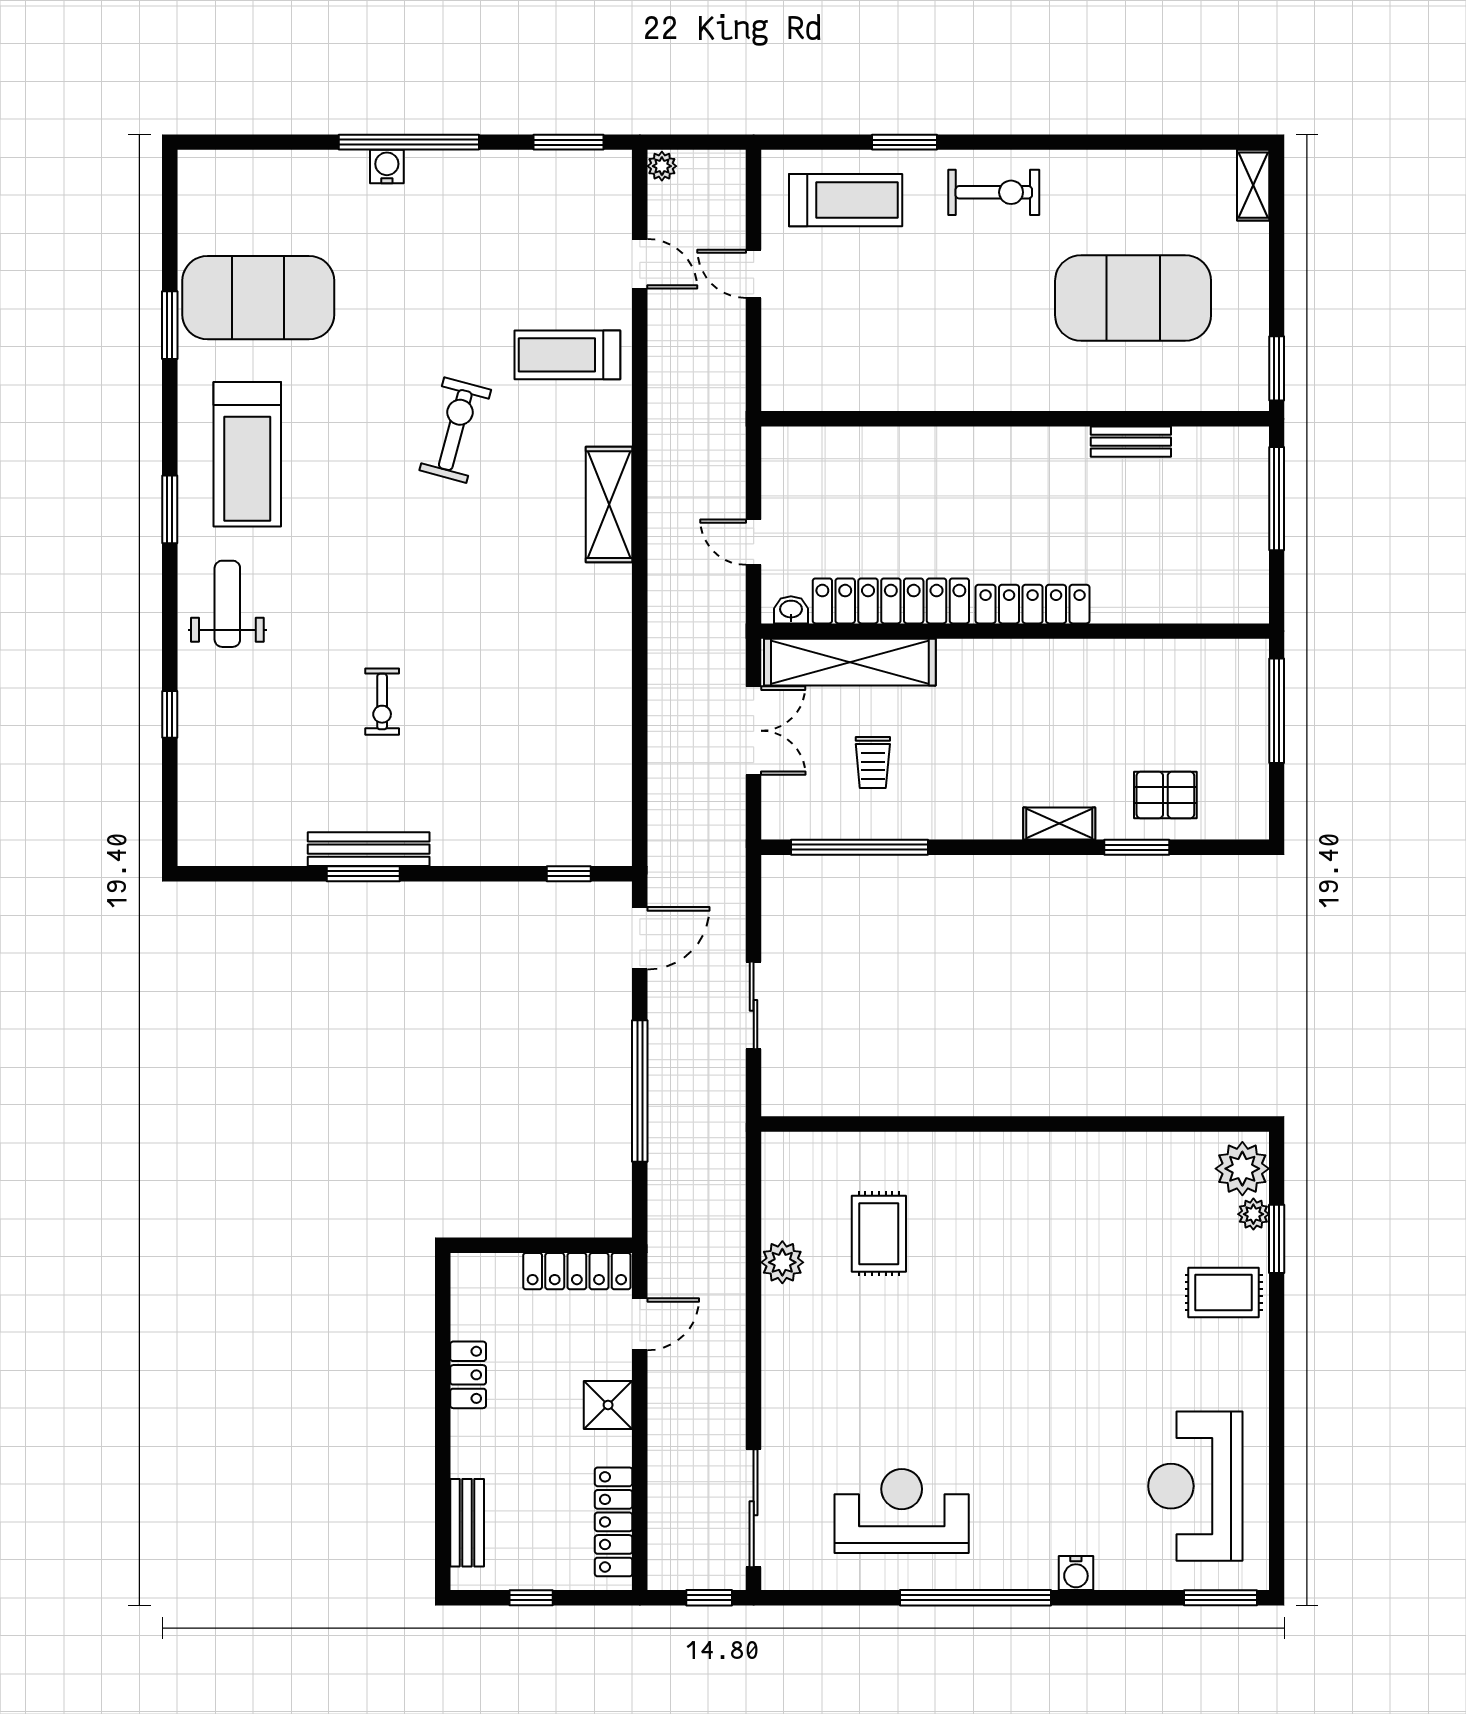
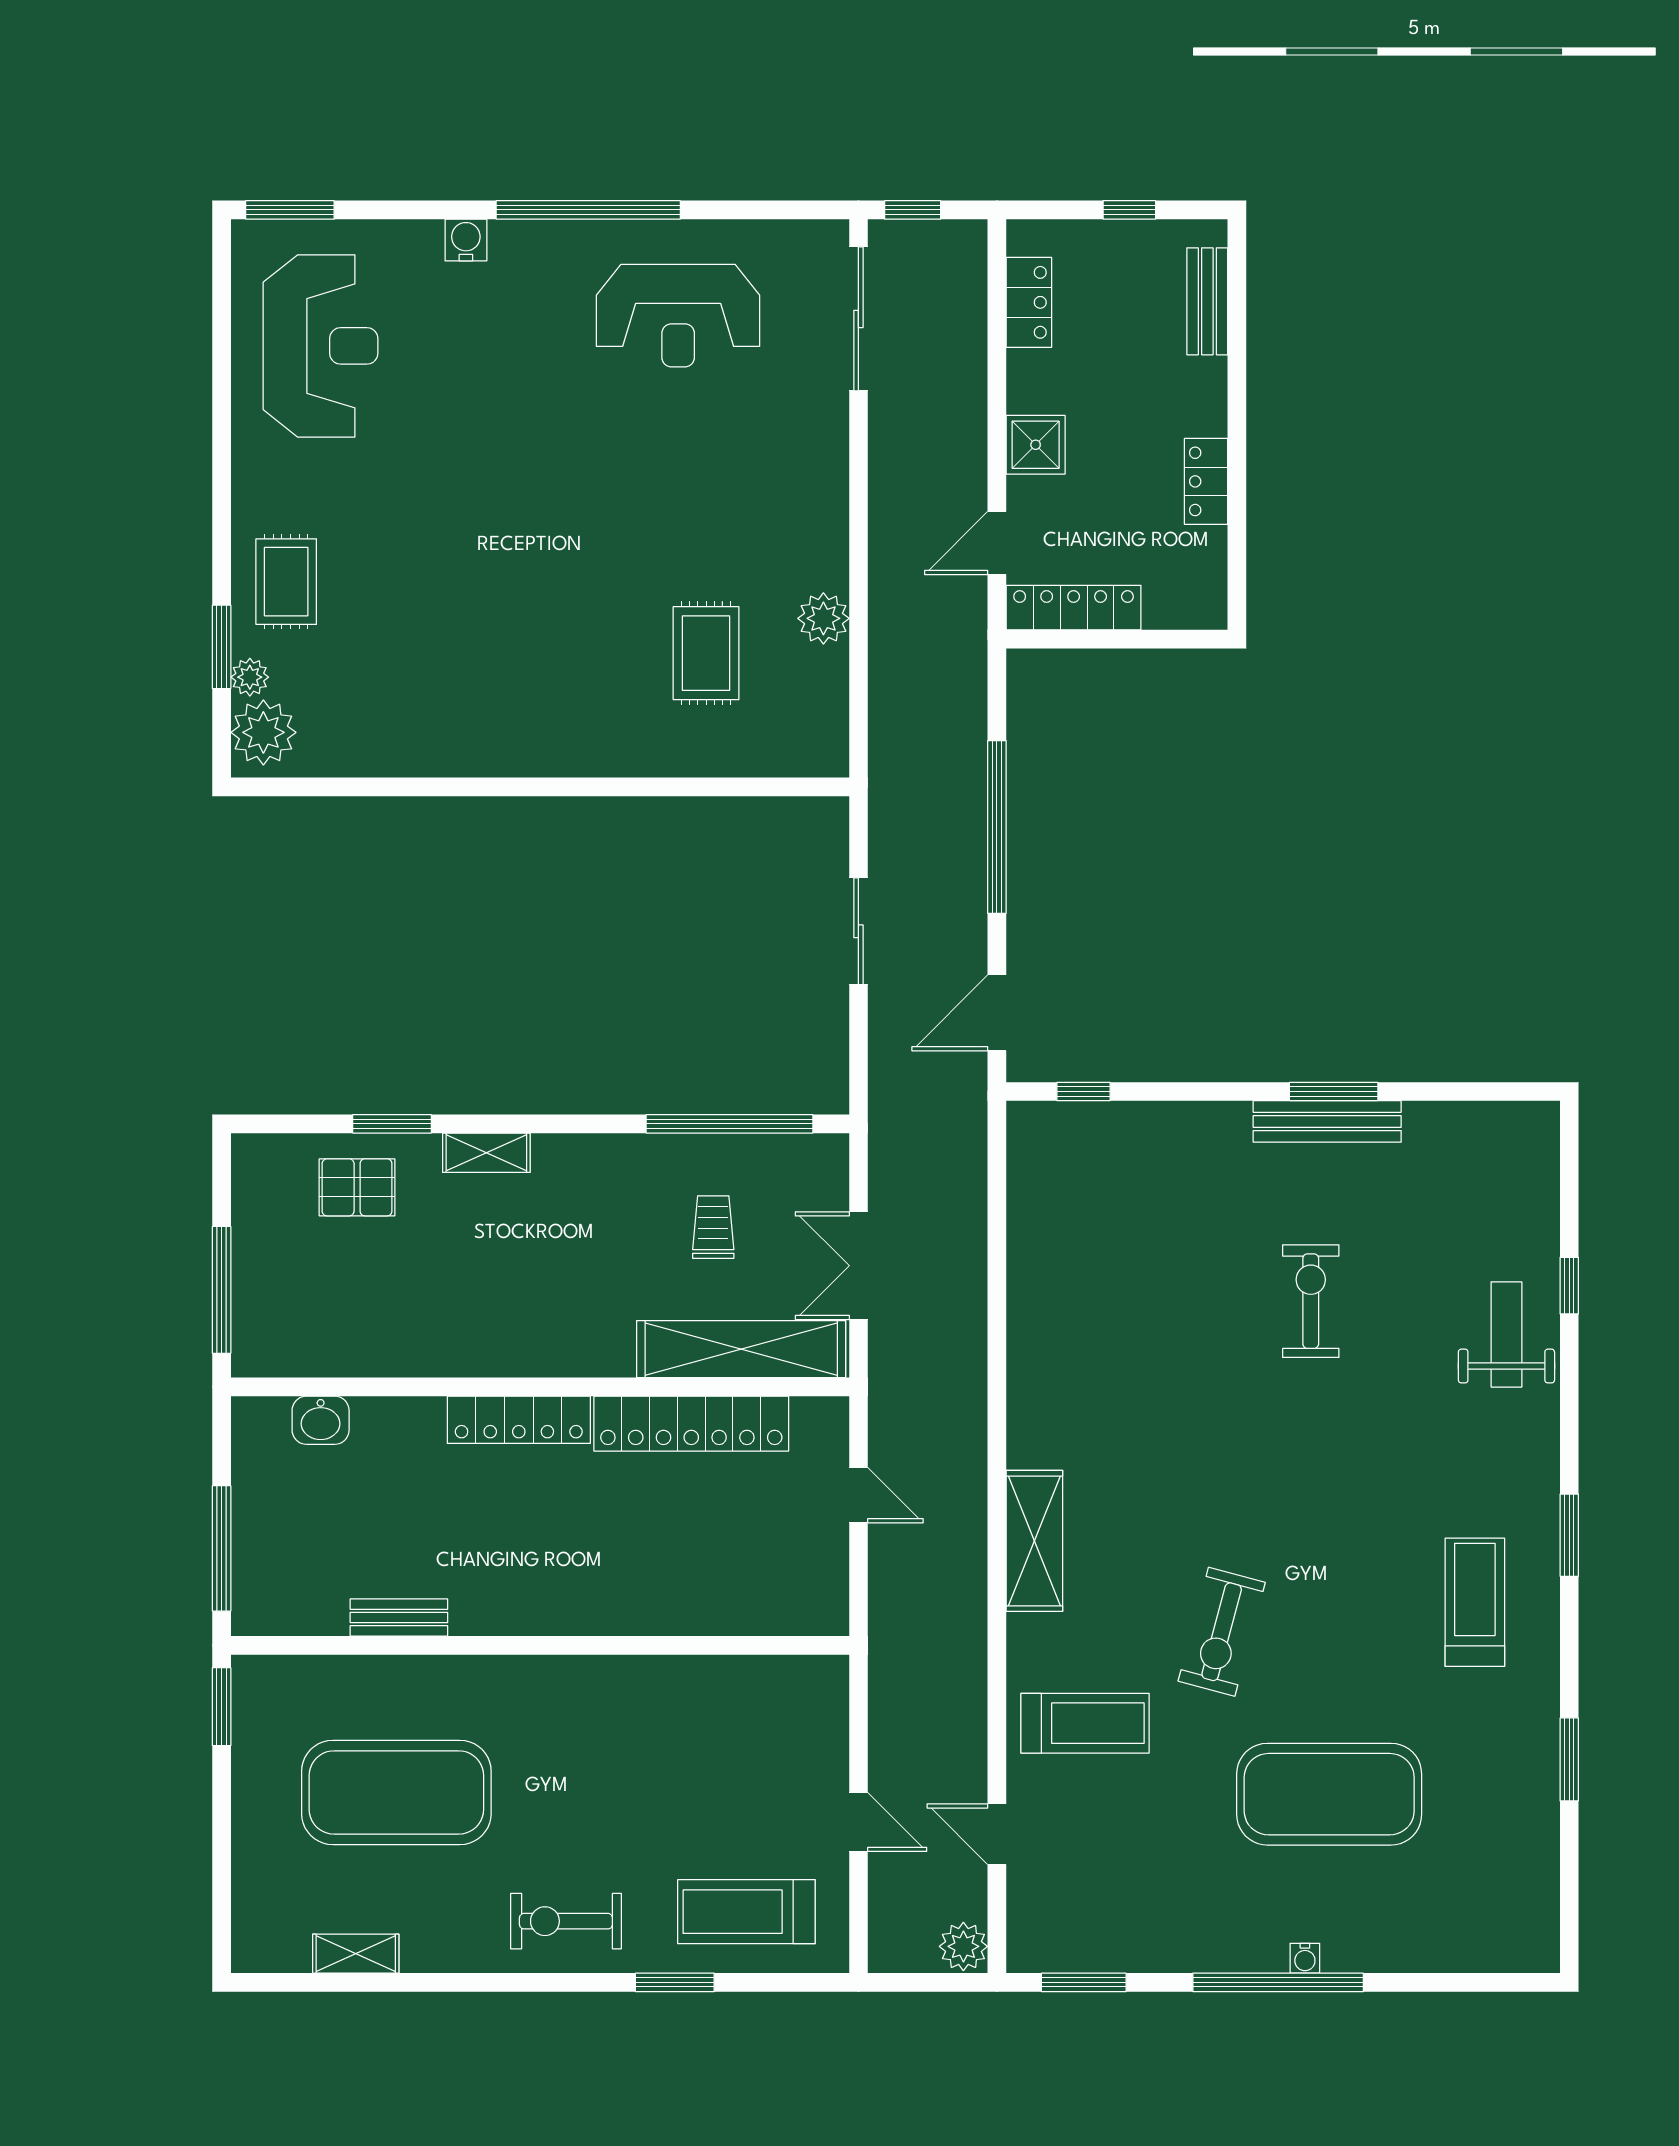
plant: (662, 166) -> (963, 1946), width x1.38, depth x1.38
water cooler: (387, 167) -> (1305, 1958), width x0.72, depth x0.72
shelving: (1253, 185) -> (356, 1954), moved, turned 90
exercise mat: (258, 298) -> (1329, 1794), moved
treadmill: (247, 454) -> (1475, 1602), width x0.73, depth x0.73
weight bench: (227, 604) -> (1506, 1334), moved, turned 180
washbasin: (791, 610) -> (321, 1420), moved, width x1.38, depth x1.45
exercise bike: (382, 702) -> (1311, 1301), width x1.38, depth x1.39
rug: (1224, 1293) -> (286, 582), turned 90
locker: (614, 1522) -> (1029, 302), width x0.66

